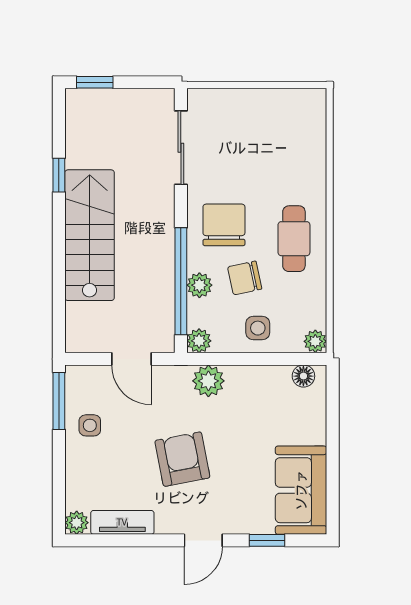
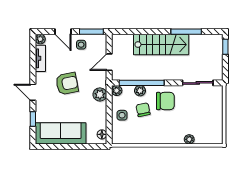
window: (59, 175) -> (186, 32), width x2.17
cafe table: (294, 239) -> (160, 130), removed
plant: (315, 341) -> (189, 139), moved
door: (59, 469) -> (63, 32), added
sofa: (301, 490) -> (61, 133), width x1.36

